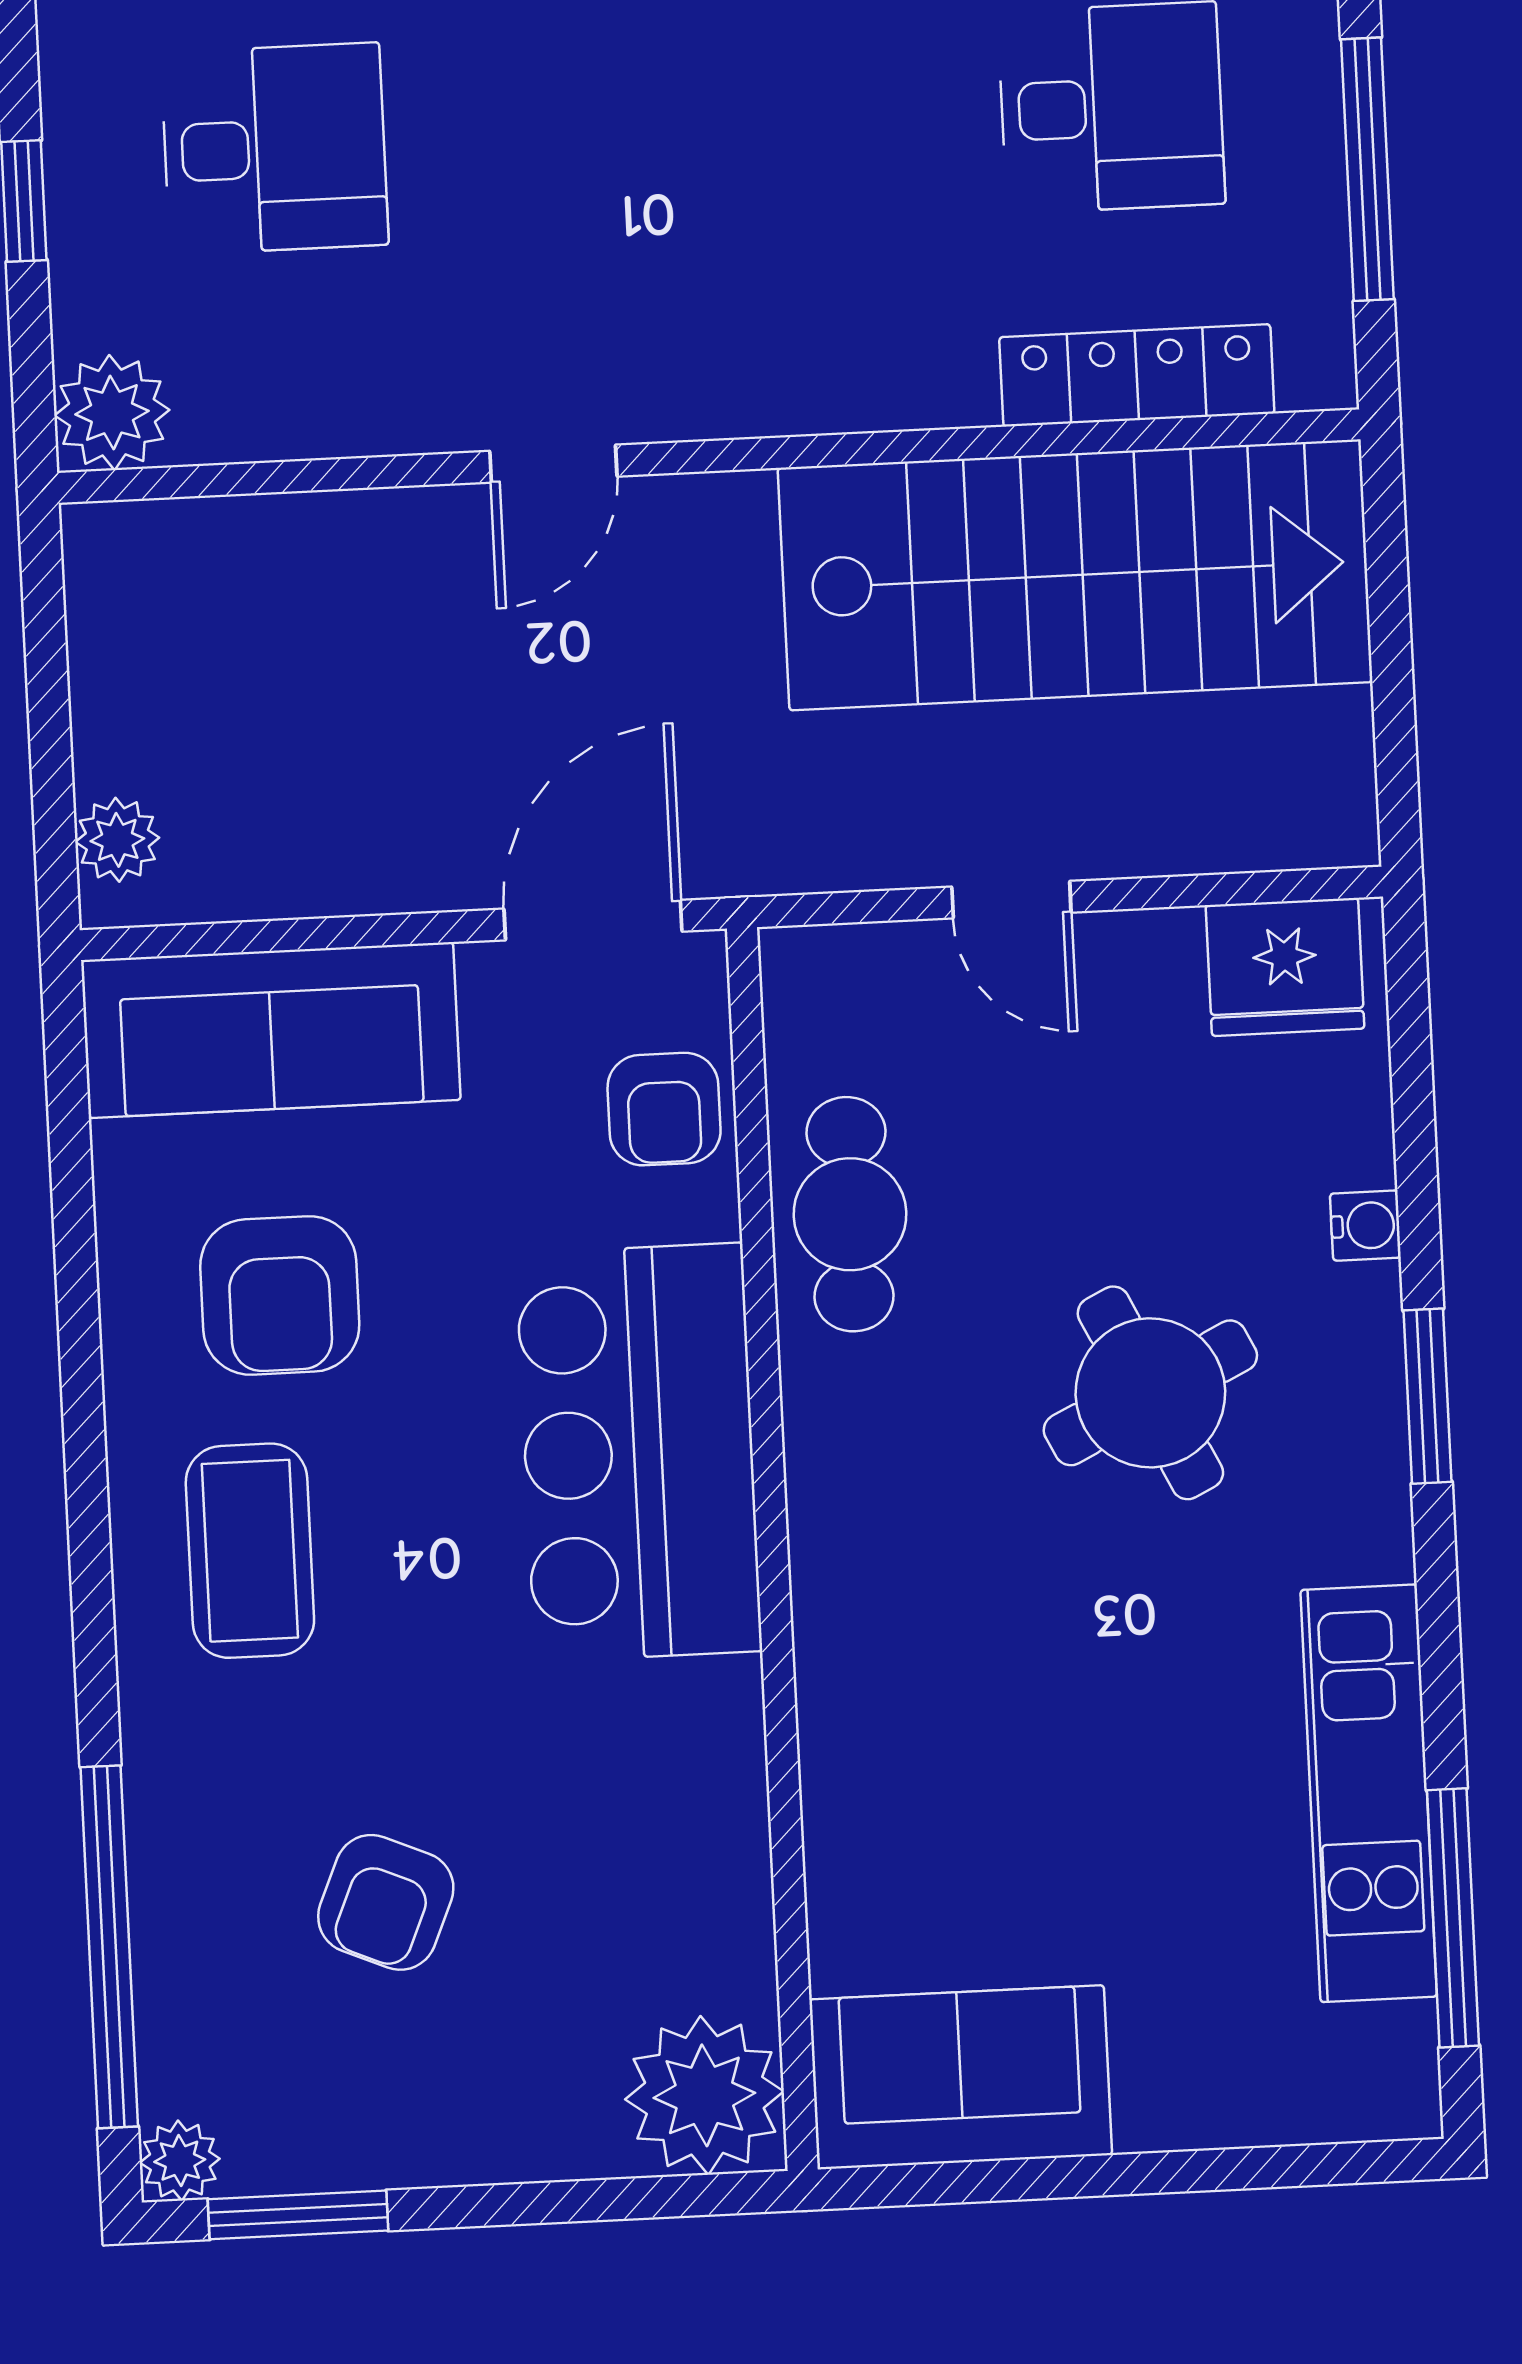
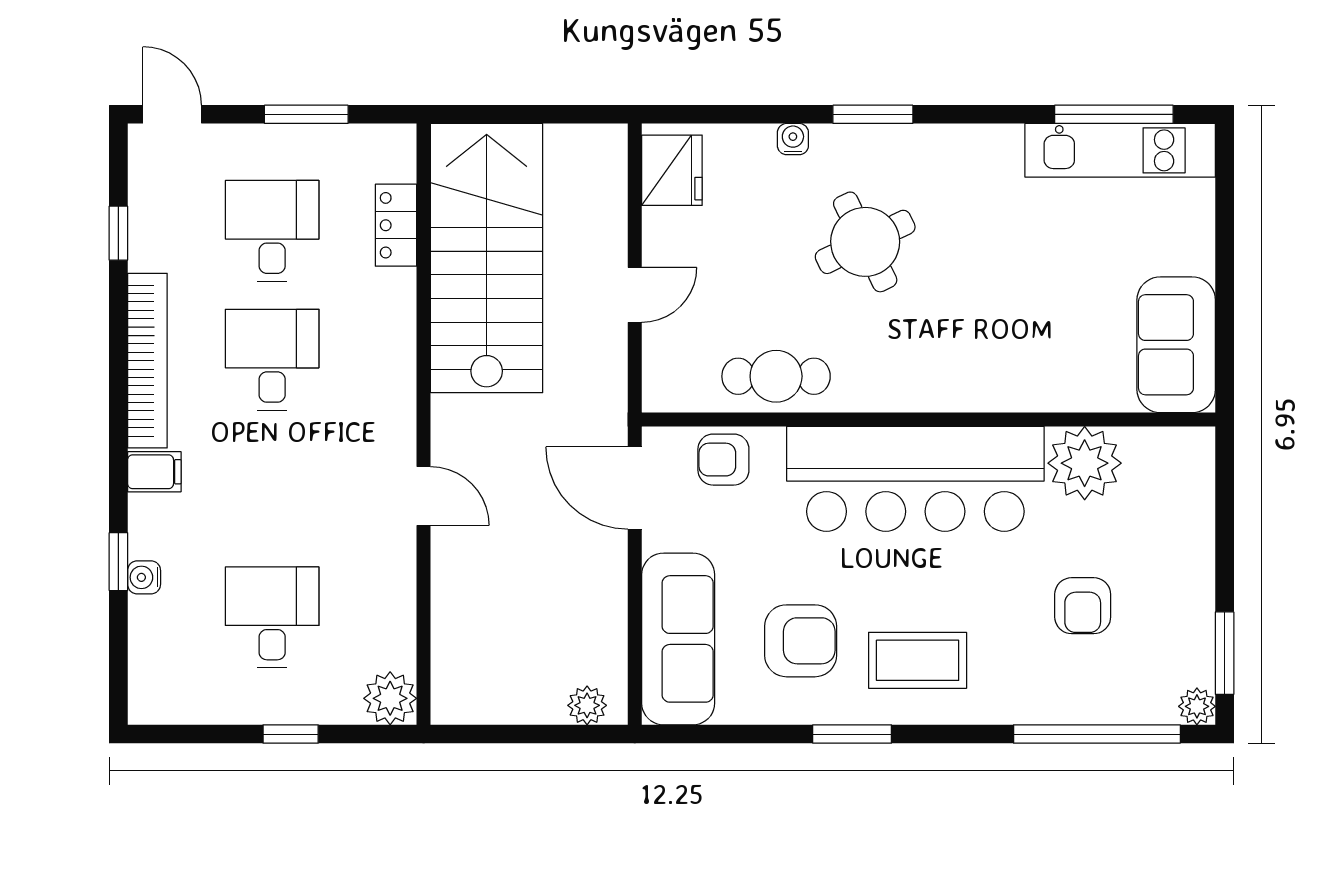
desk: (832, 121) -> (272, 360), added
window: (1367, 169) -> (306, 114), width x0.69
locker: (1137, 375) -> (396, 225), width x0.66
armchair: (664, 1109) -> (723, 460), turned 180
window: (83, 1417) -> (852, 734), added
bar counter: (639, 1452) -> (915, 479), width x1.36
kitchen unit: (1369, 1793) -> (1120, 150), moved
armchair: (386, 1902) -> (1083, 606), turned 67
plant: (704, 2095) -> (1085, 463), moved

